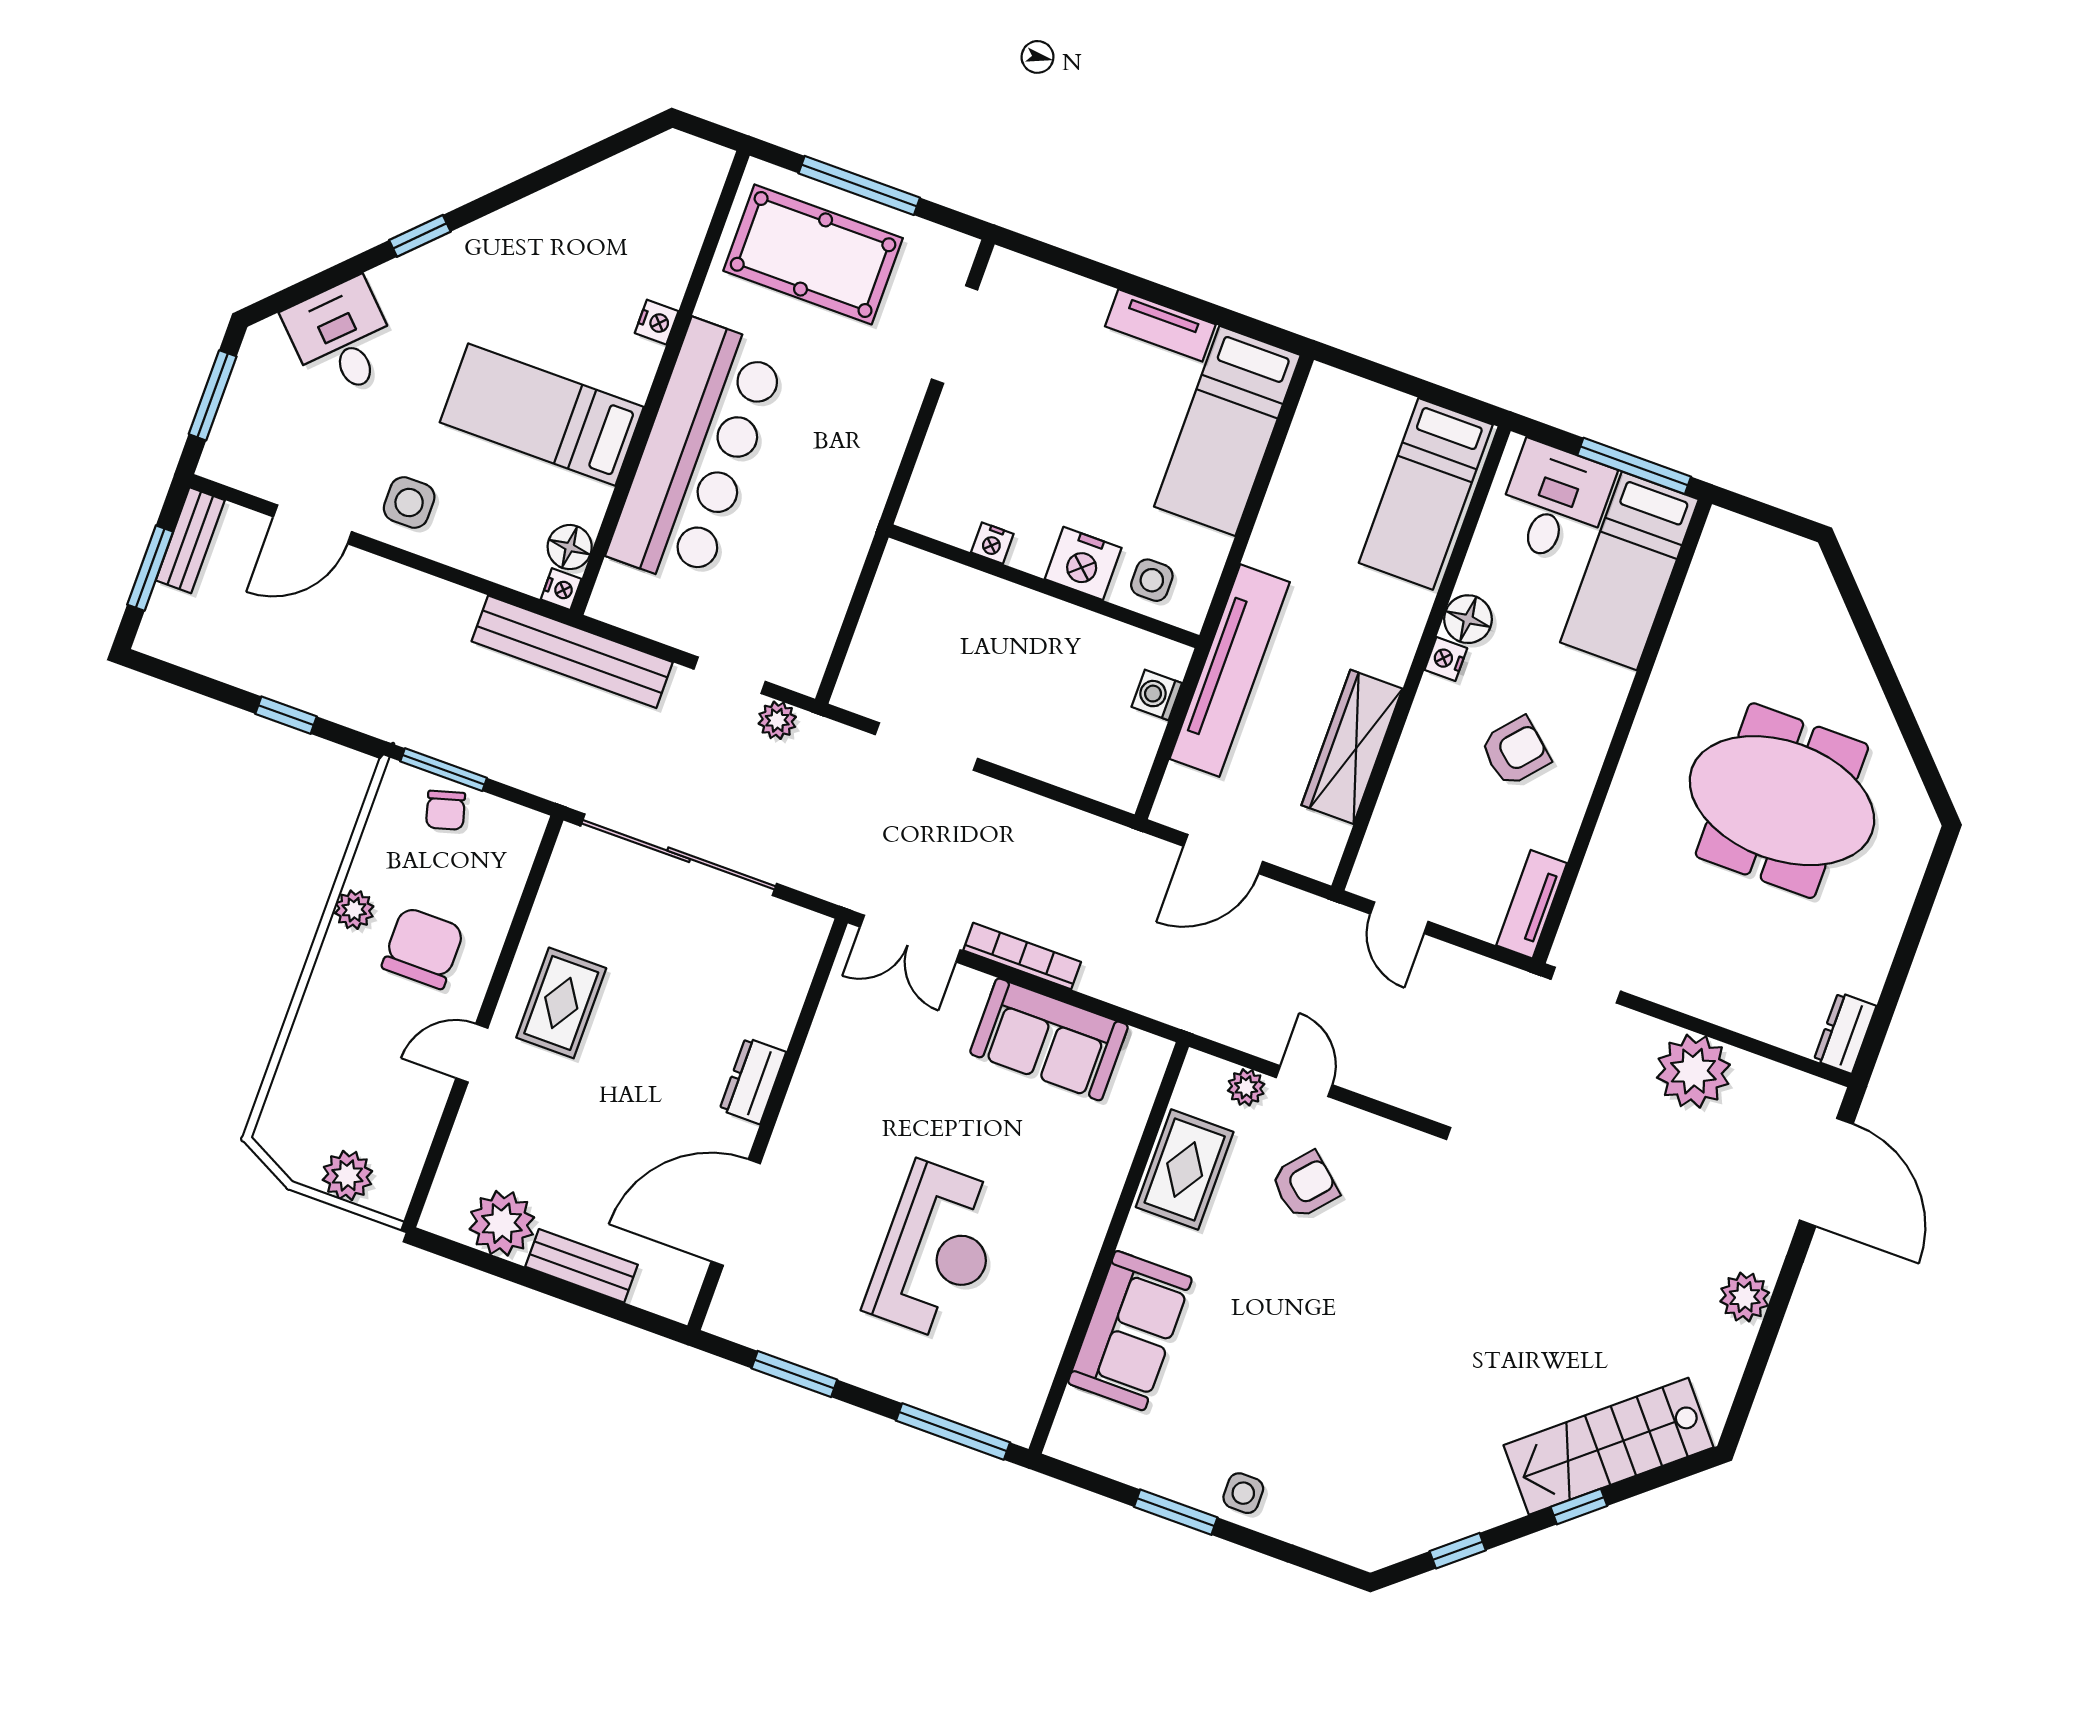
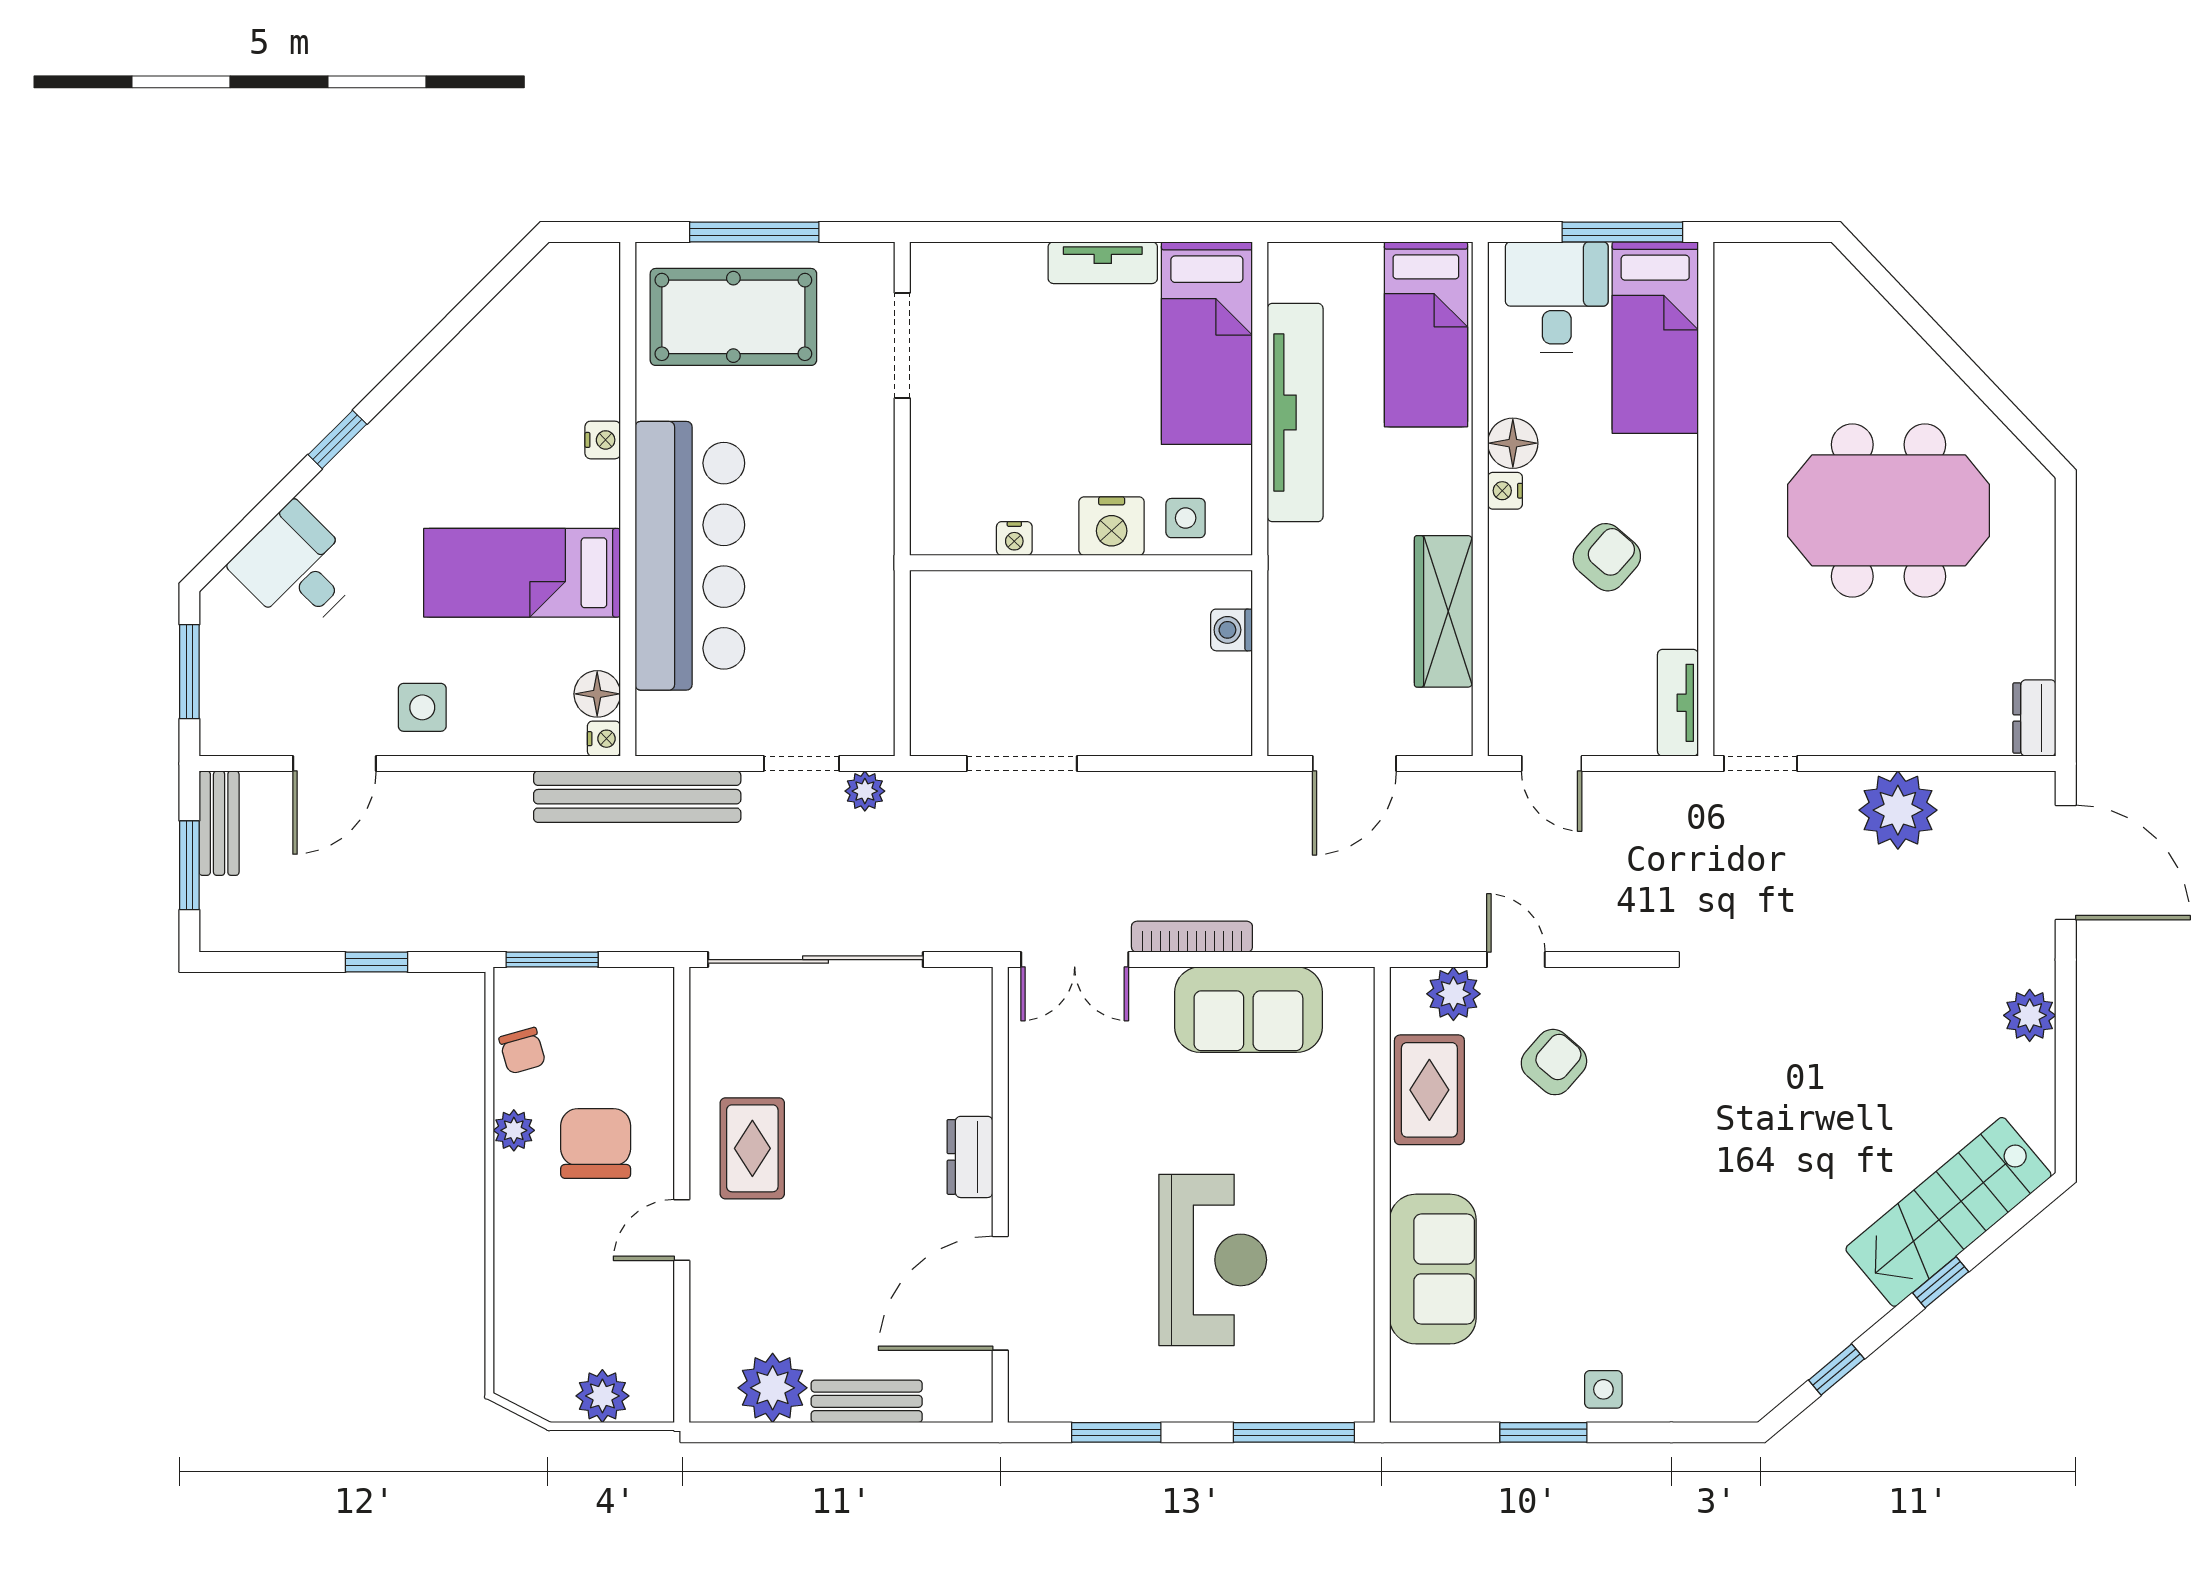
tv unit: (1230, 671) -> (1295, 412), moved
chair: (446, 810) -> (522, 1051), moved
plant: (1246, 1087) -> (1453, 994), width x1.38, depth x1.38

